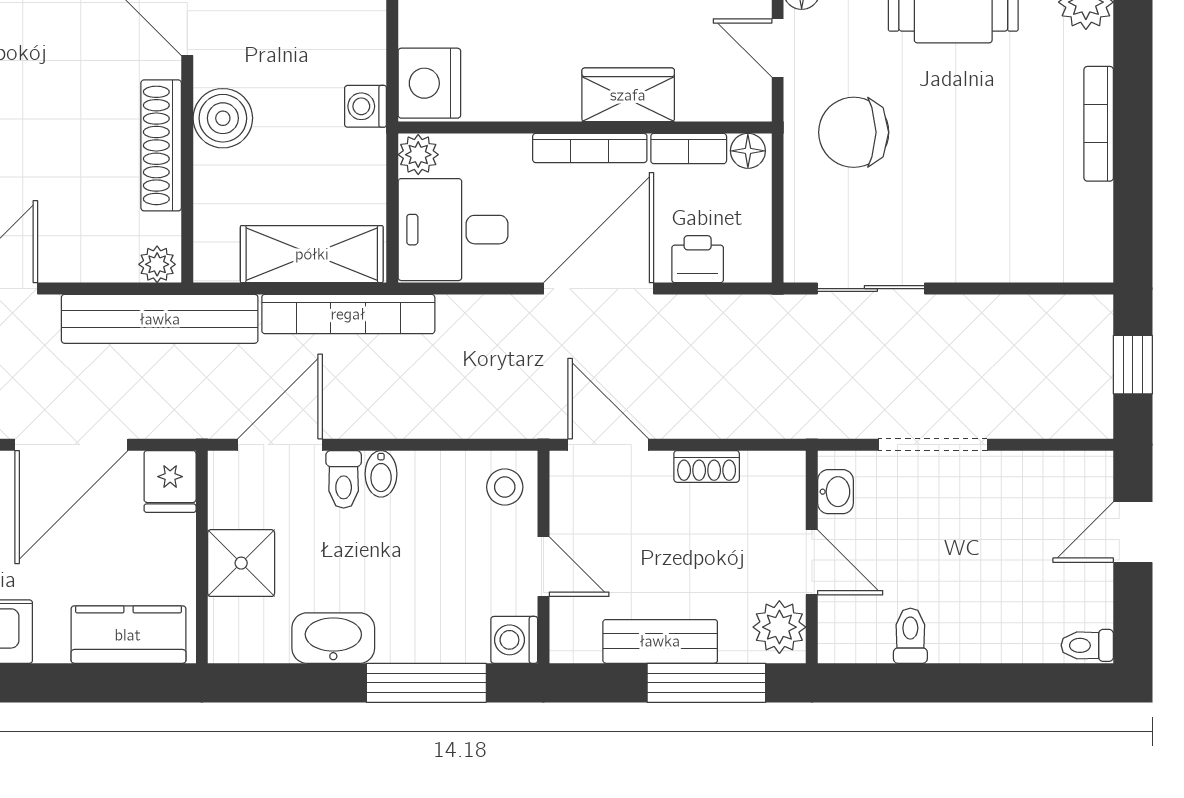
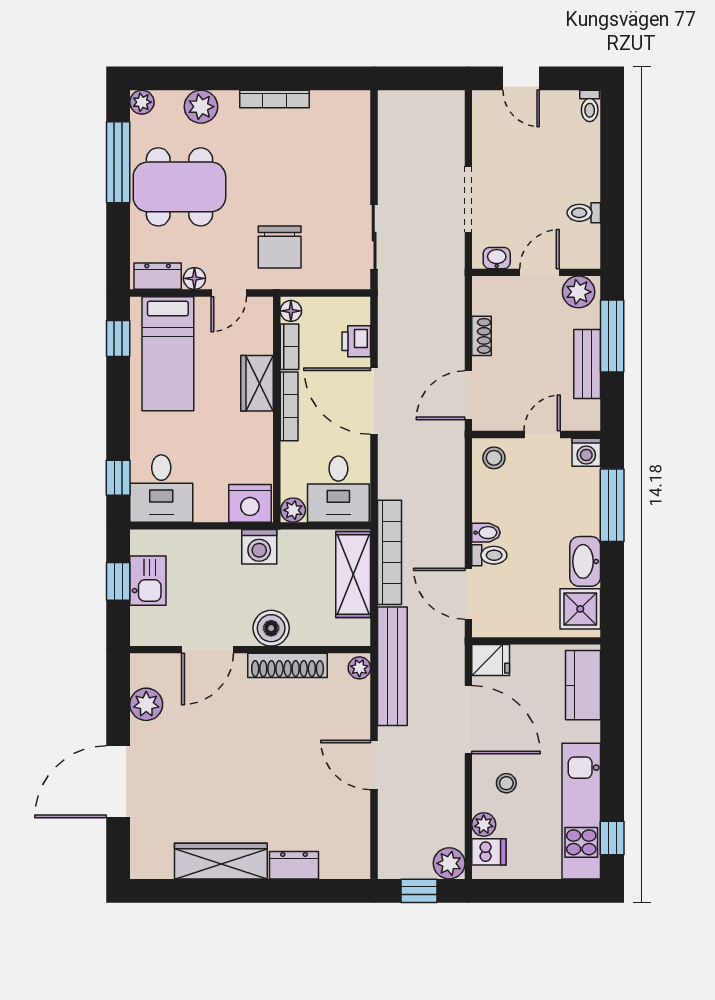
washing machine: (365, 106) -> (259, 547), width x1.38, depth x1.38
window: (1133, 365) -> (420, 78), removed
shower: (241, 563) -> (580, 609), moved

